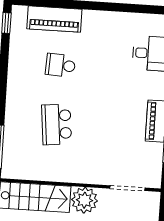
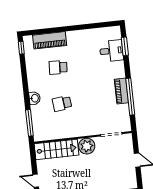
washbasin: (14, 108) -> (35, 98), added
school desk: (57, 124) -> (62, 103), width x0.54

